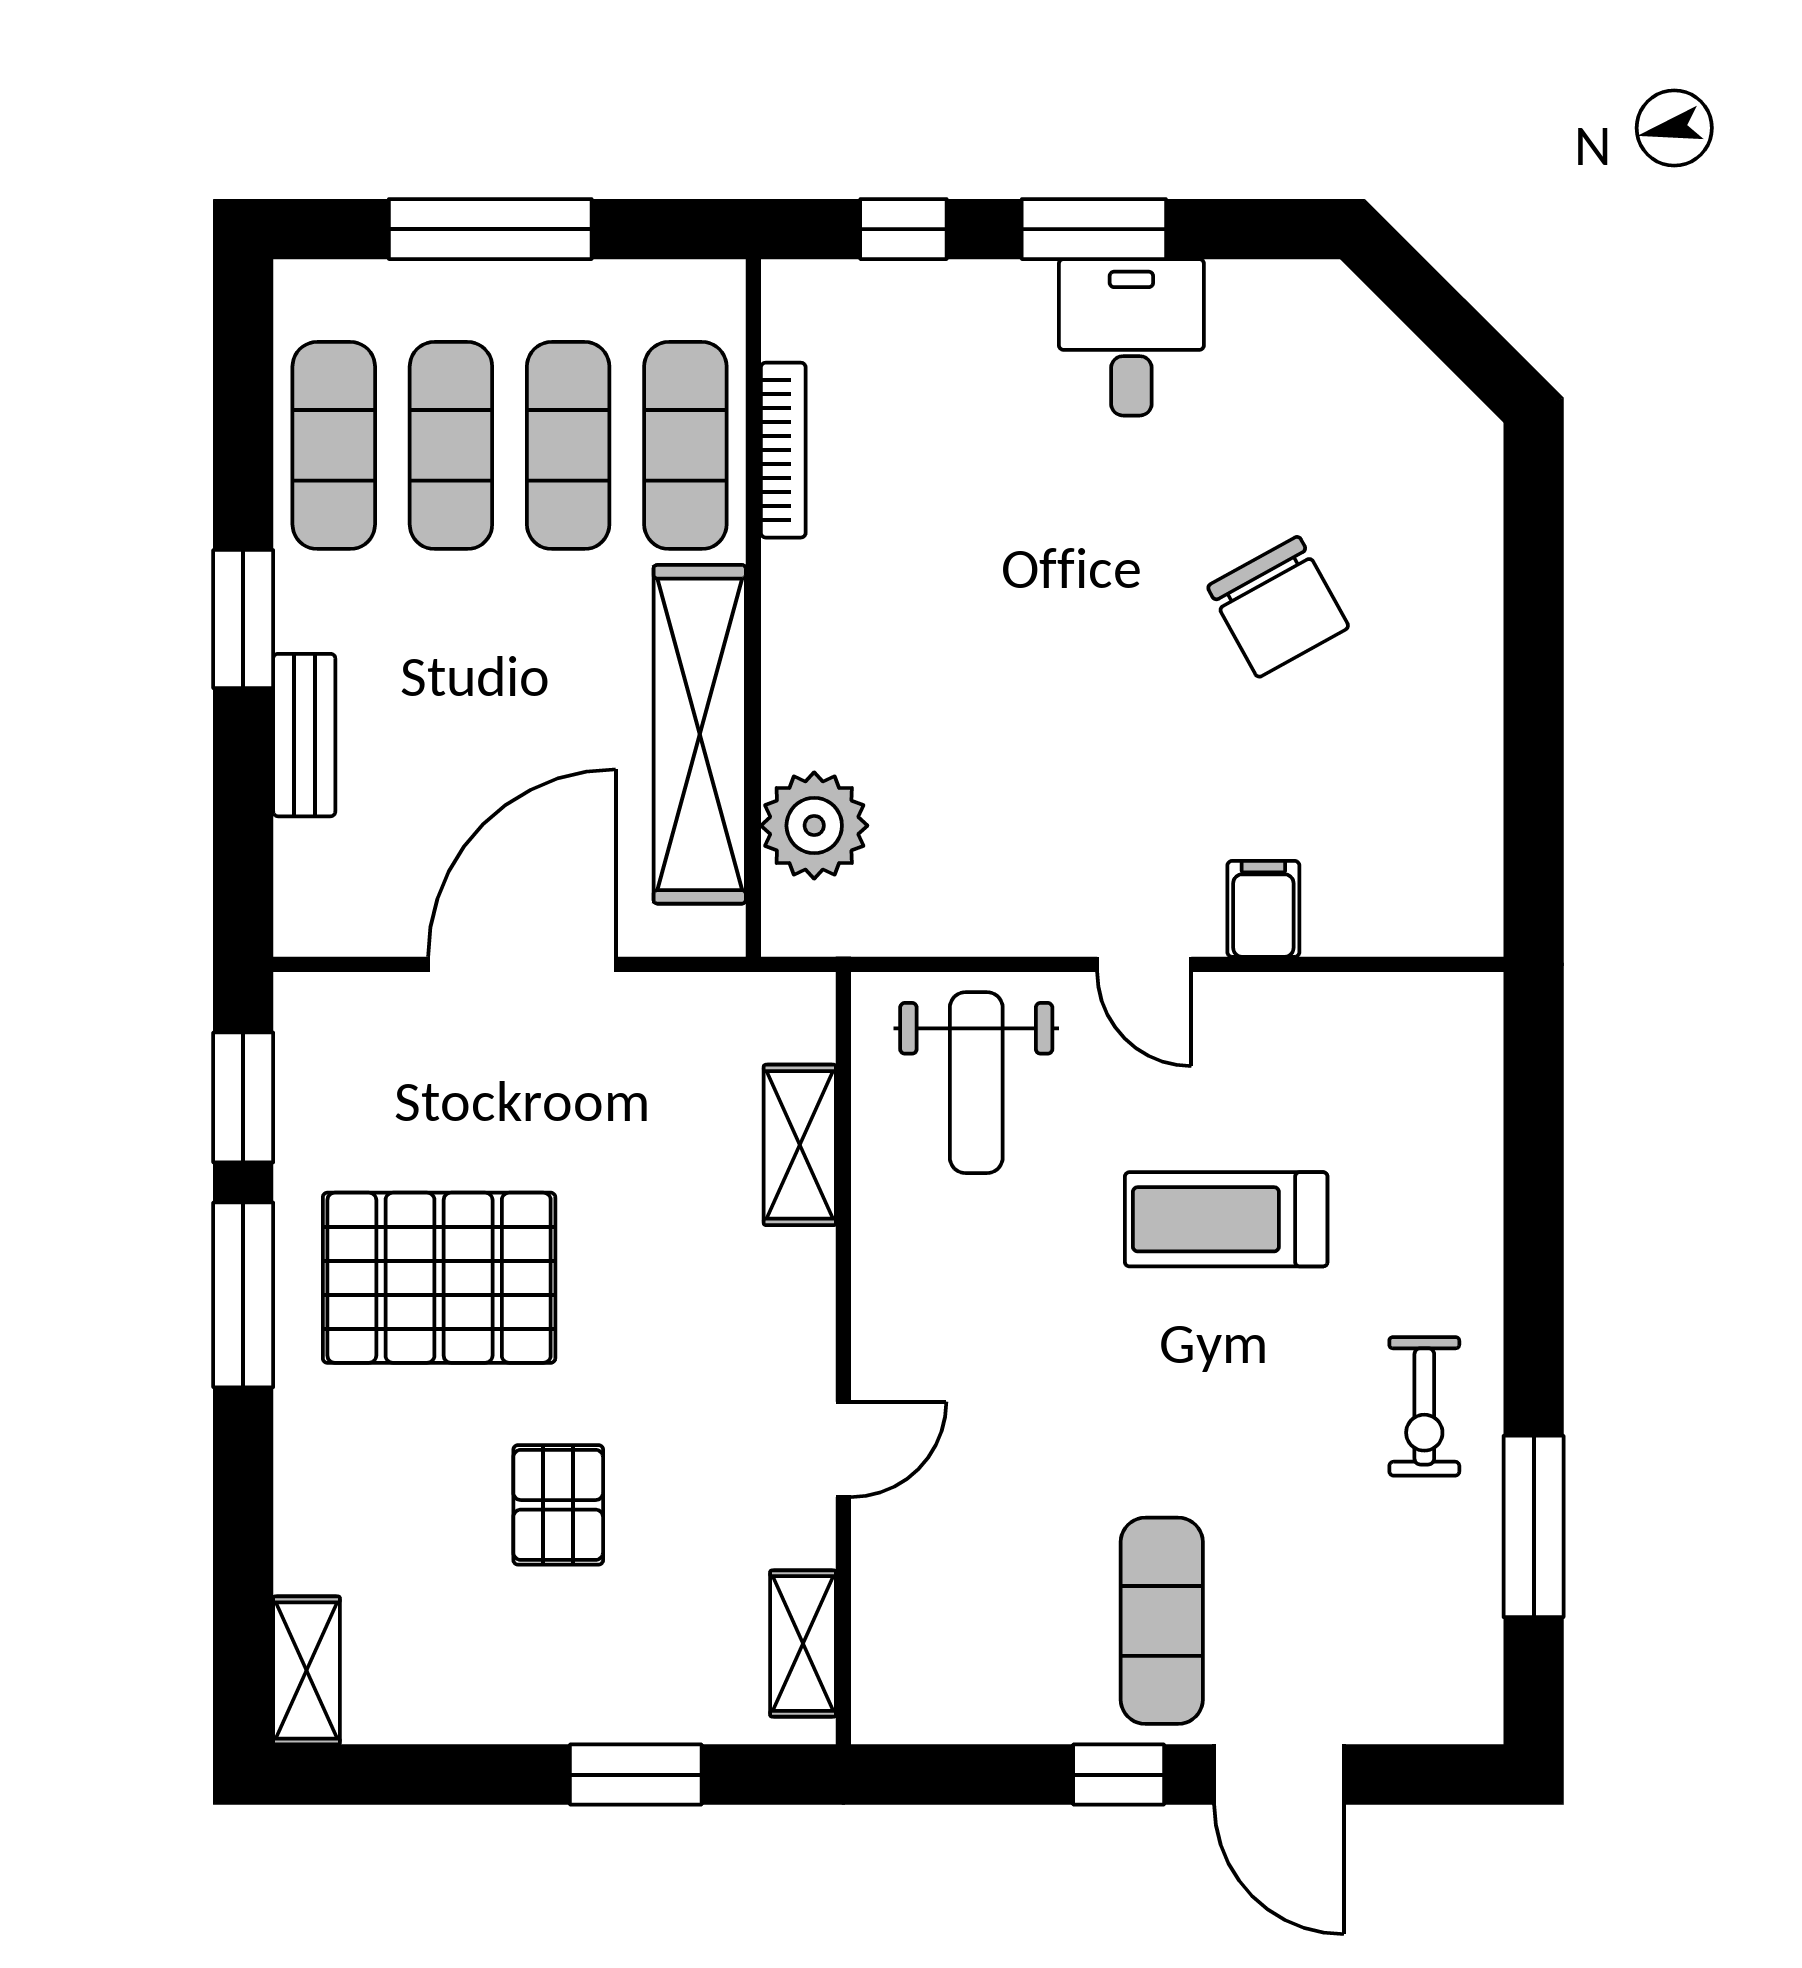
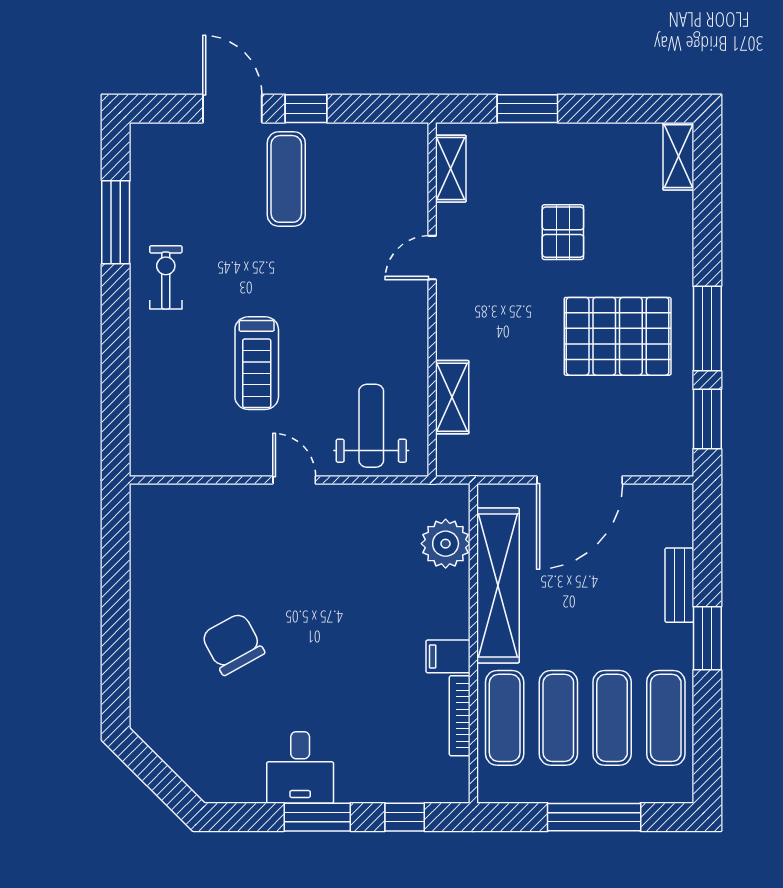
filing cabinet: (1263, 909) -> (448, 656), moved, turned 90
treadmill: (1226, 1219) -> (257, 363), turned 90

